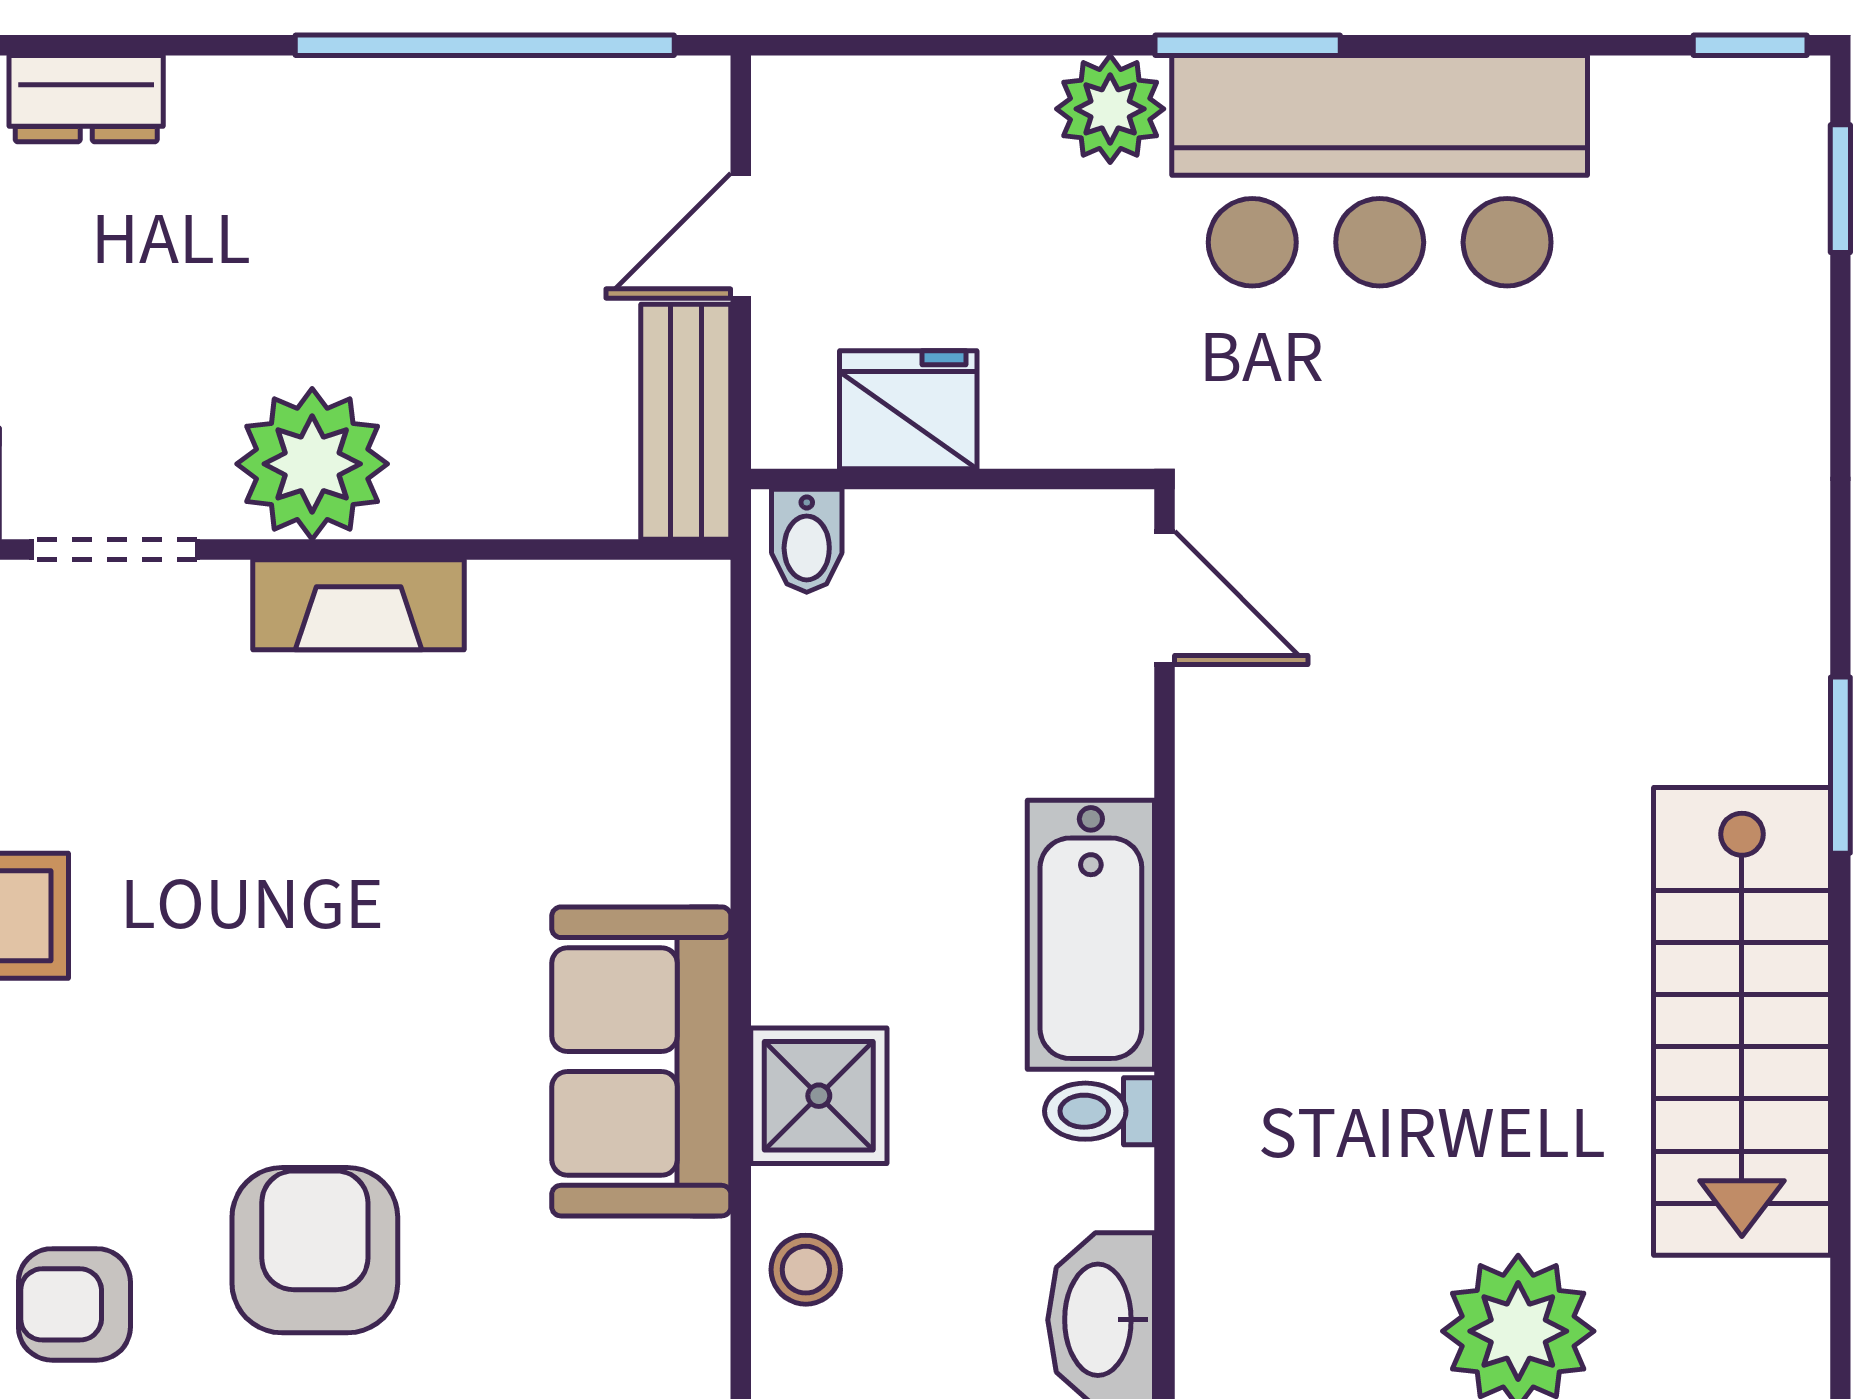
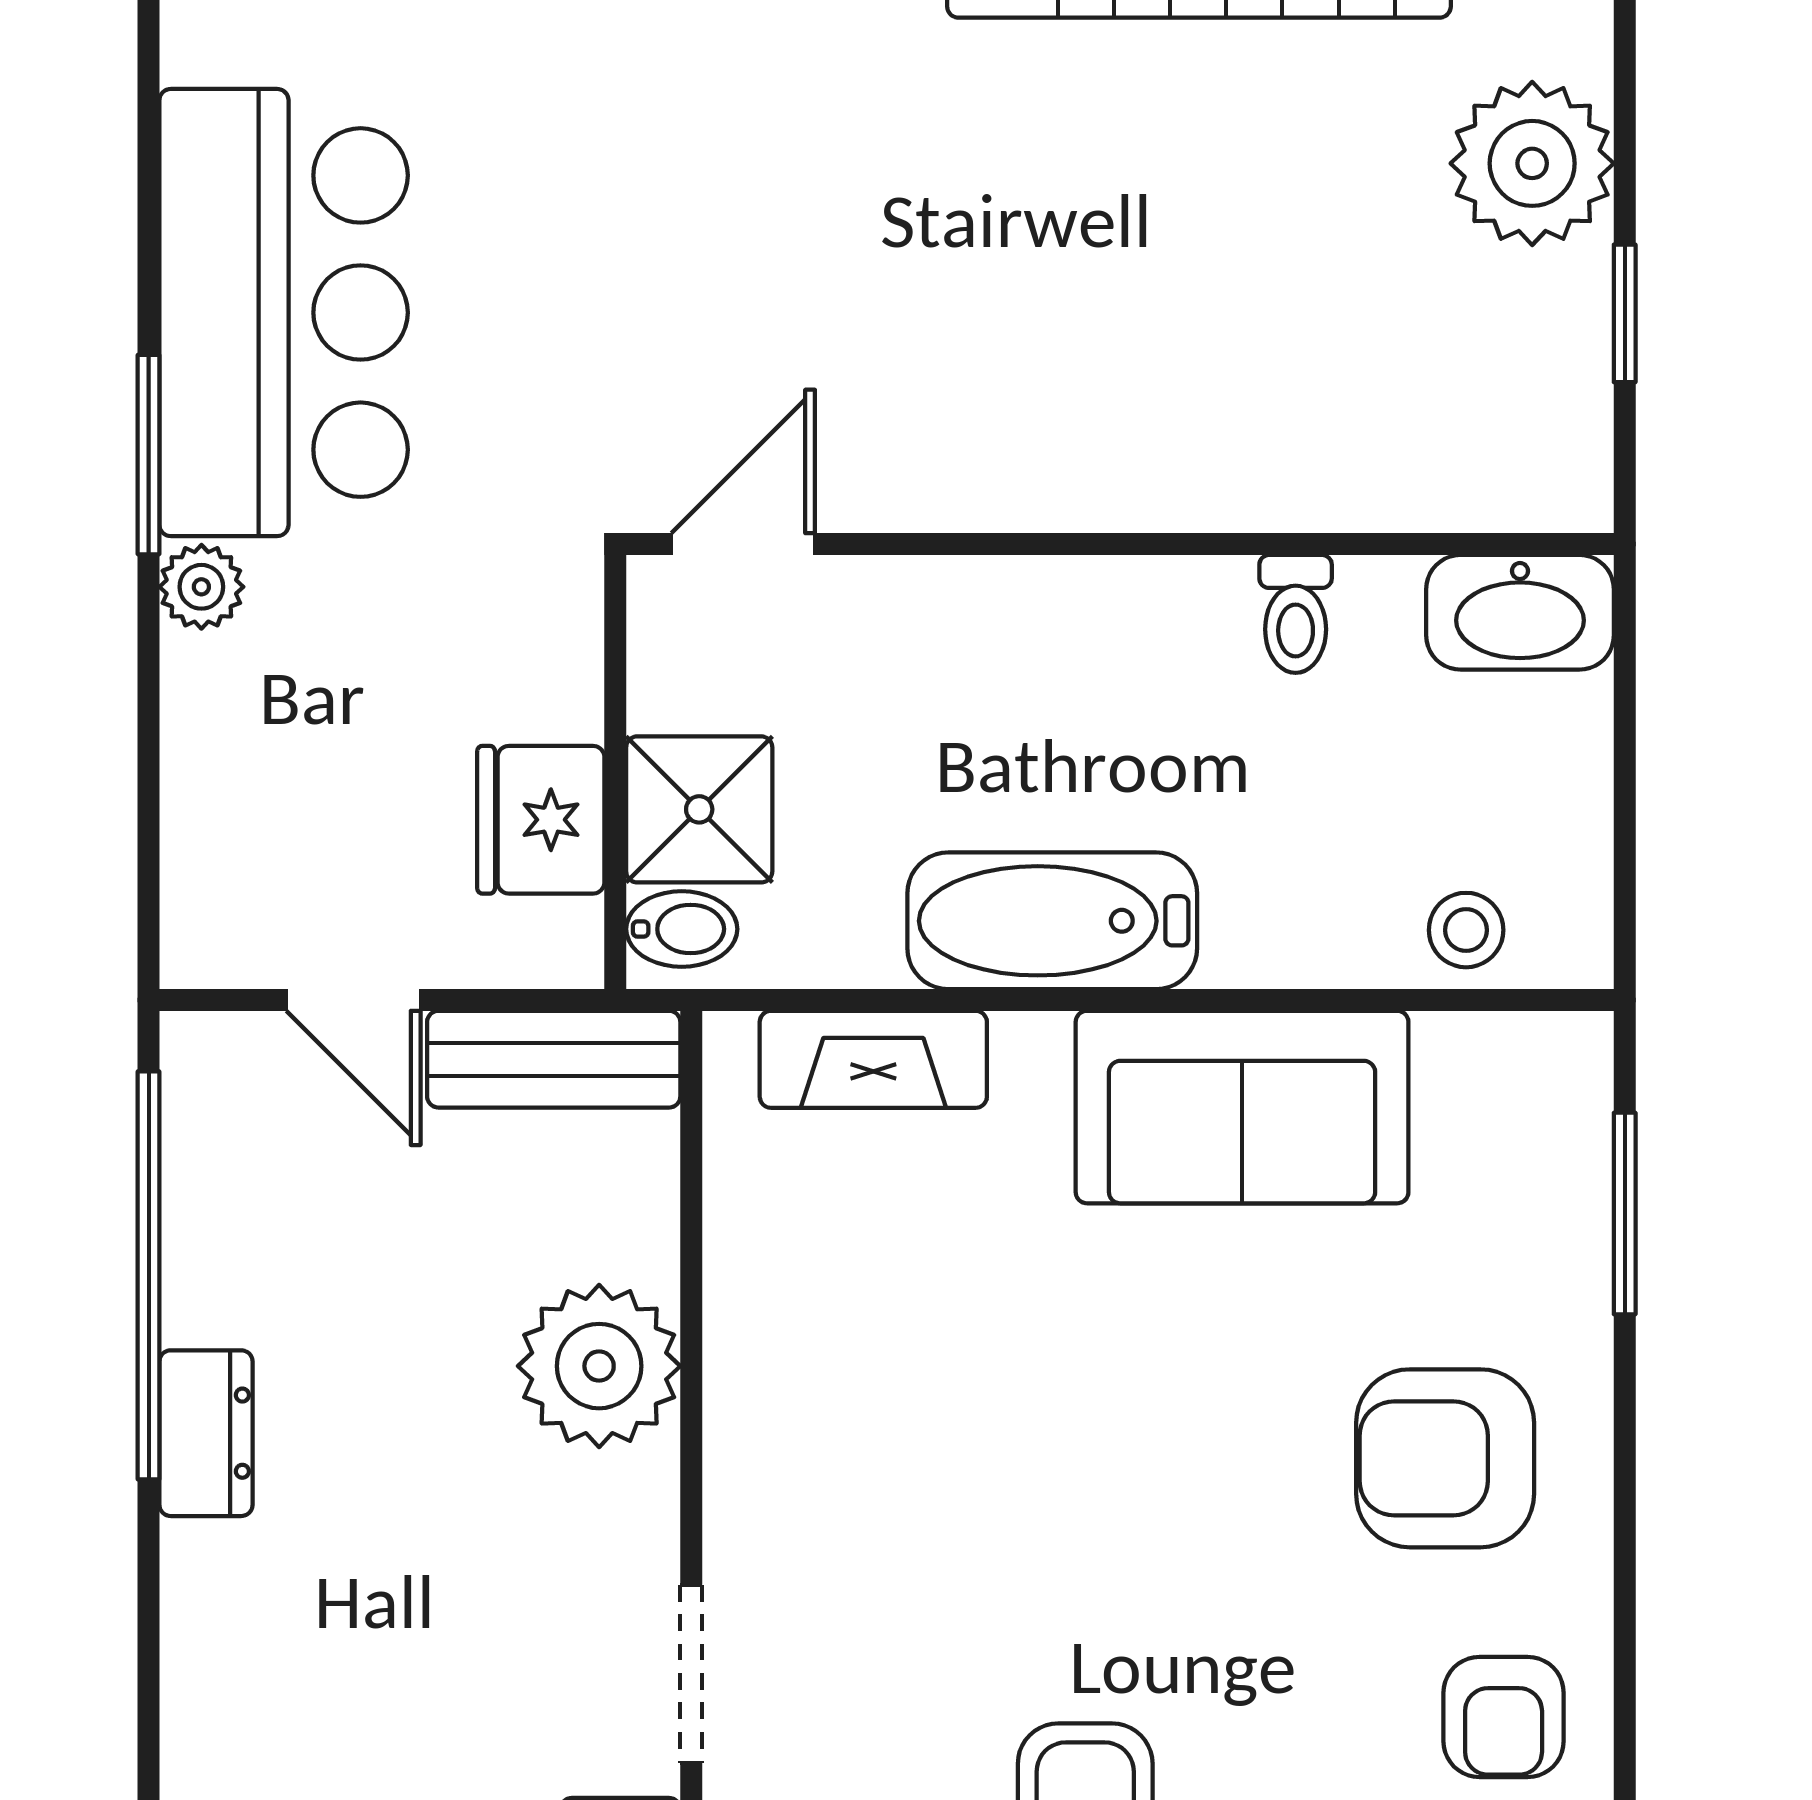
dresser: (86, 99) -> (206, 1433), moved
plant: (1110, 109) -> (201, 587), width x0.73, depth x0.73
plant: (312, 464) -> (599, 1366), moved
fireplace: (359, 605) -> (873, 1059), moved, turned 90
bathtub: (1091, 935) -> (1052, 921), moved, turned 180
shower: (819, 1096) -> (699, 809), moved

